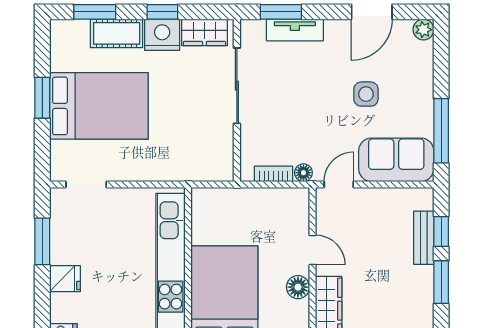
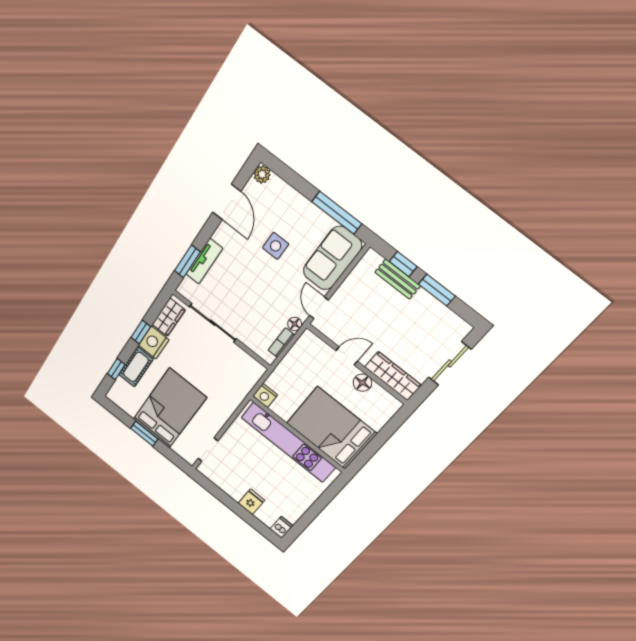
window: (95, 12) -> (116, 369), width x0.67
nightstand: (203, 200) -> (265, 395), added
window: (42, 241) -> (222, 496), removed

